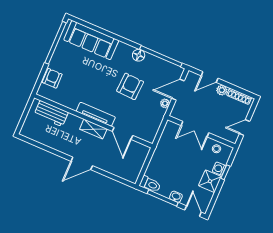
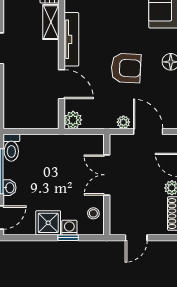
door: (245, 128) -> (136, 238), swing flipped
shelving: (93, 129) -> (51, 22), moved
door: (123, 133) -> (61, 84), swing flipped
plant: (149, 136) -> (73, 120), added

